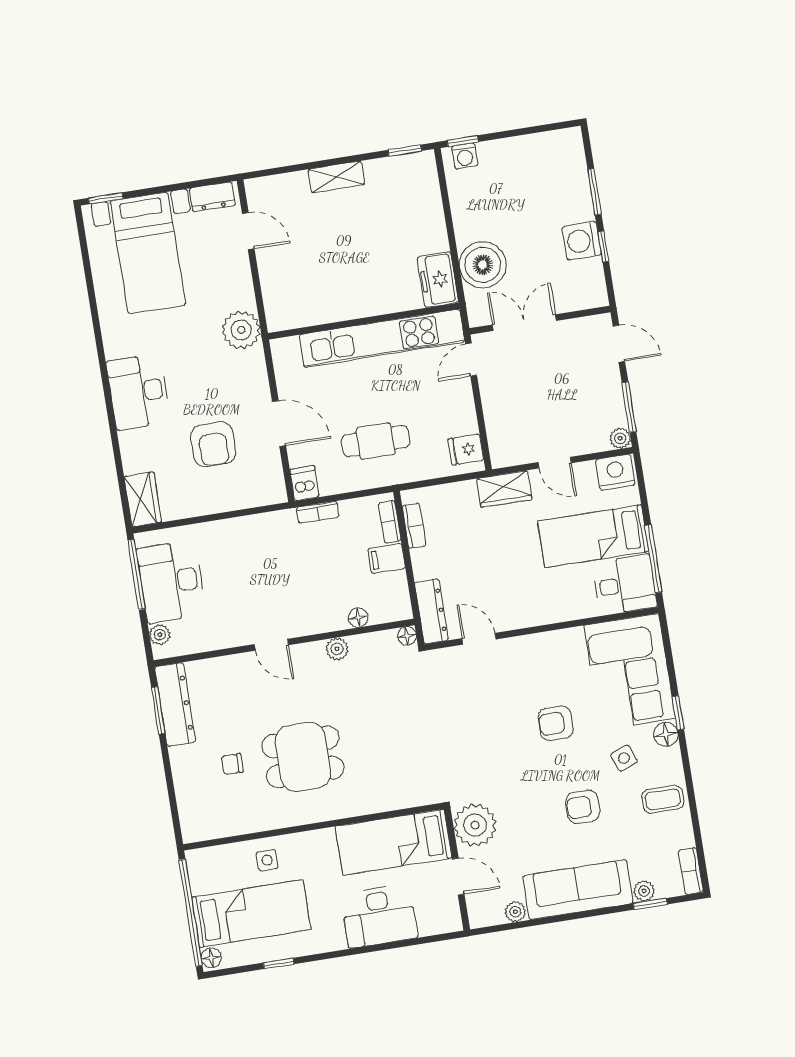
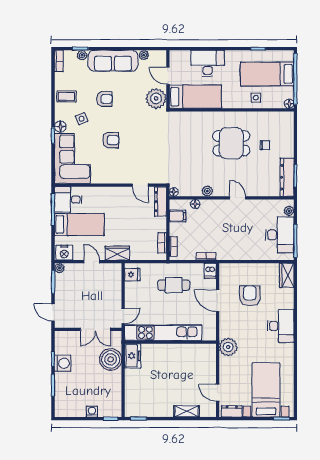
washing machine: (465, 156) -> (92, 412), moved
shelving: (336, 177) -> (187, 411), moved
filing cabinet: (387, 559) -> (177, 216), moved
floor lamp: (211, 958) -> (289, 104), moved

